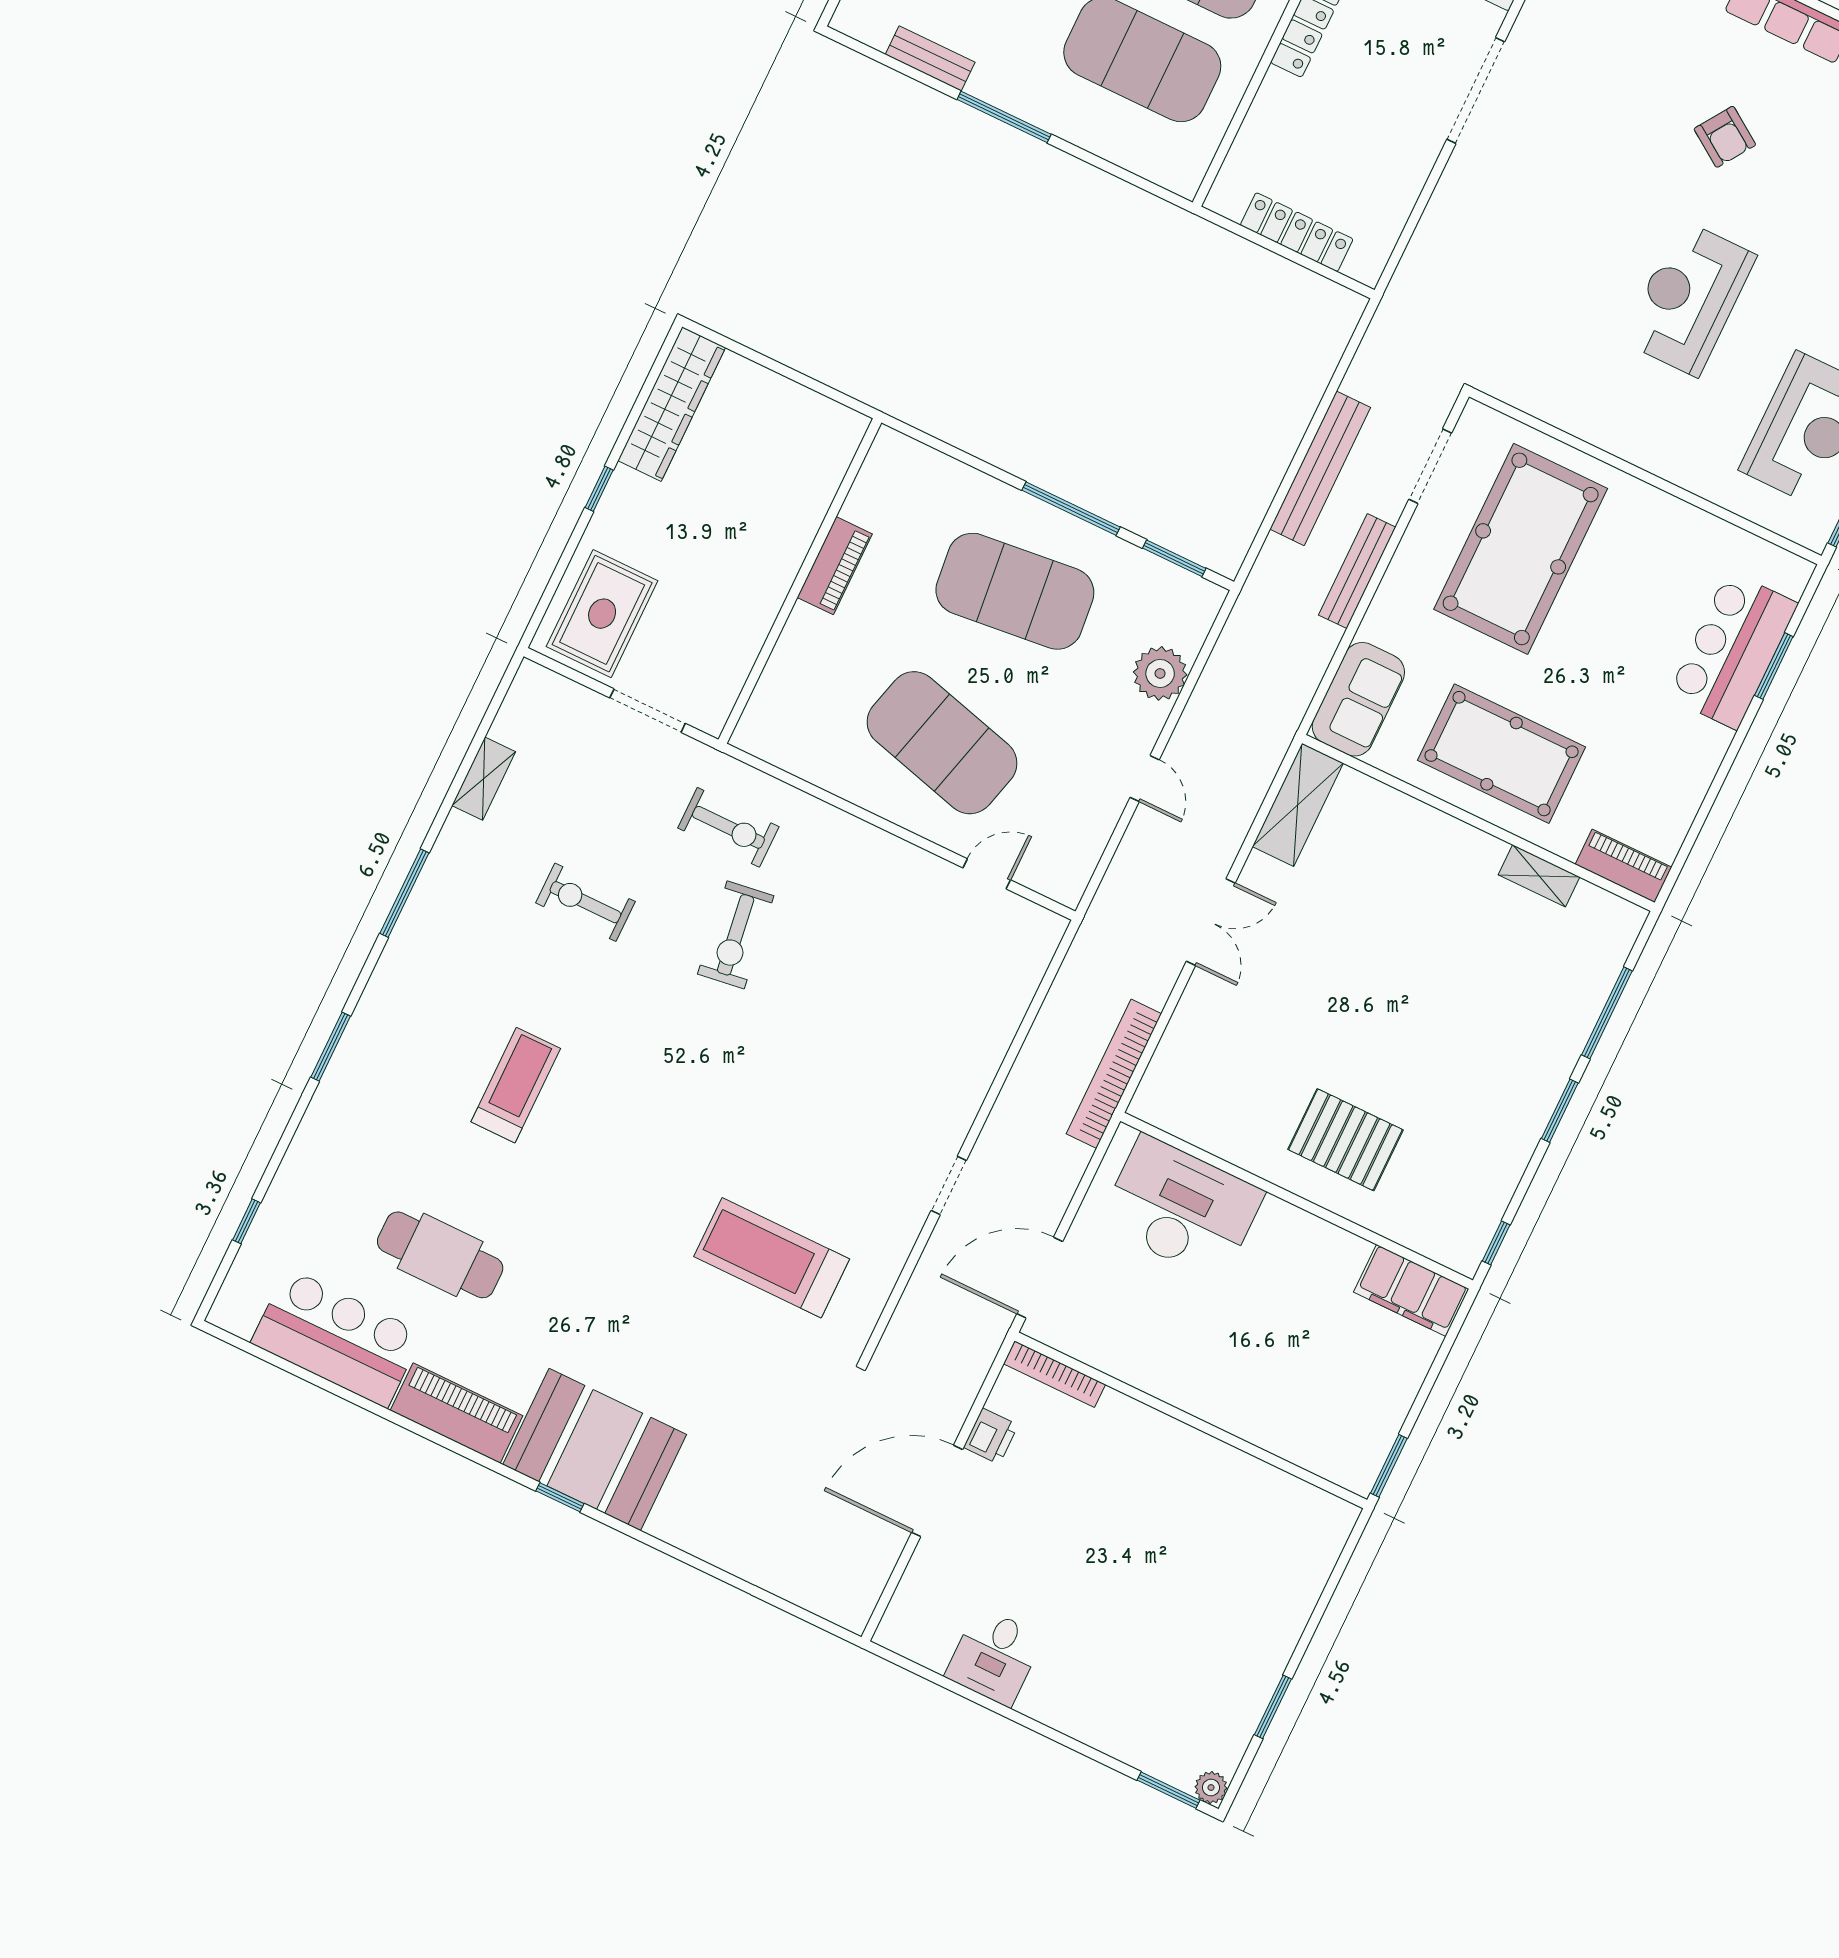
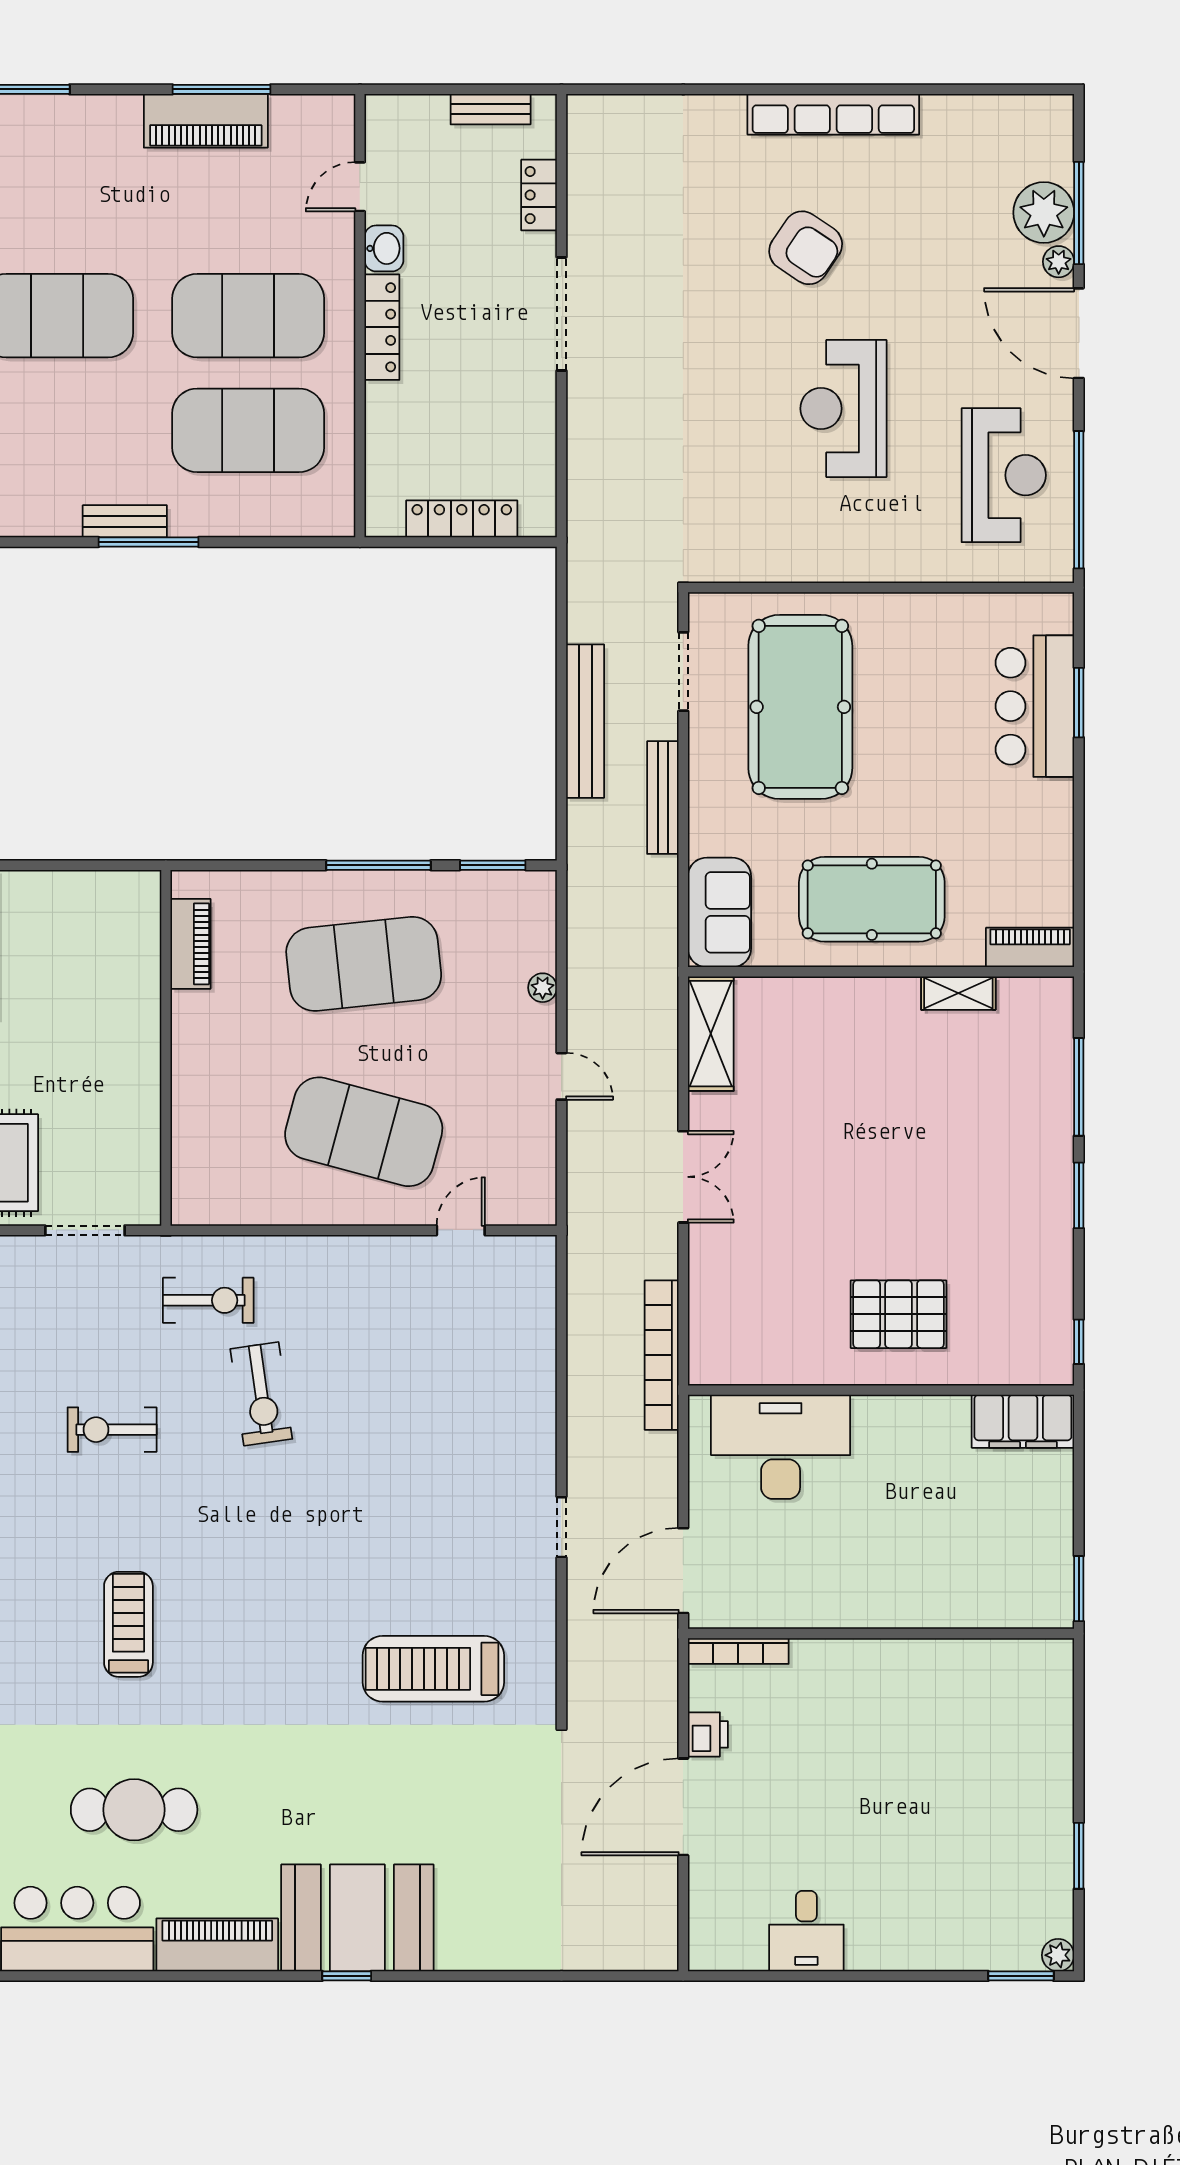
bench: (930, 58) -> (125, 521), moved
armchair: (1725, 137) -> (806, 248), width x1.38, depth x1.38
piano: (835, 566) -> (191, 944), moved
plant: (1160, 673) -> (543, 988), width x0.53, depth x0.53

